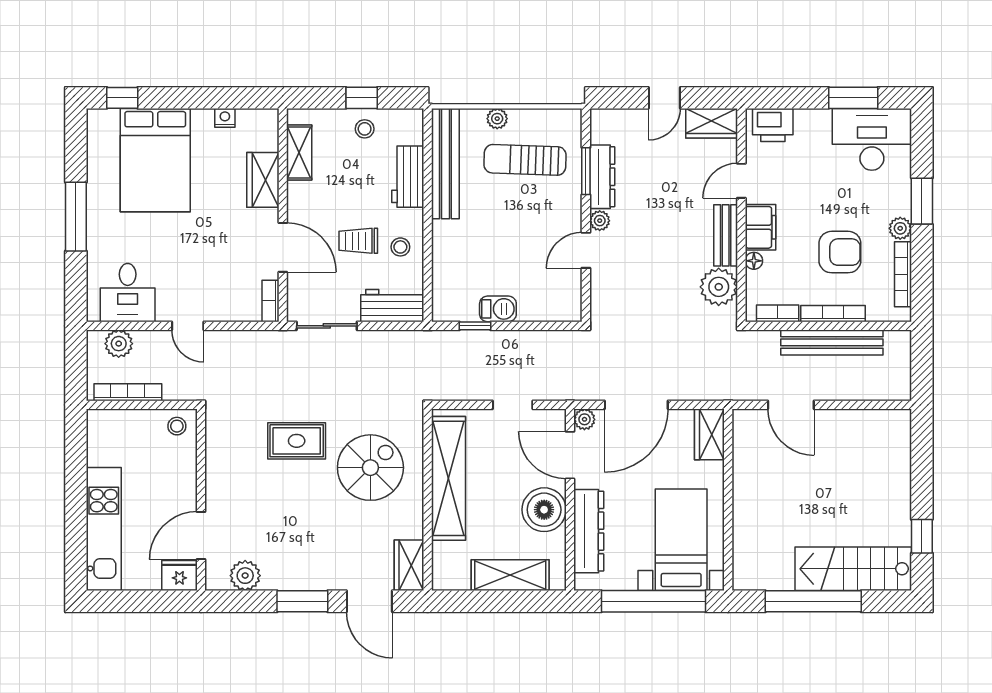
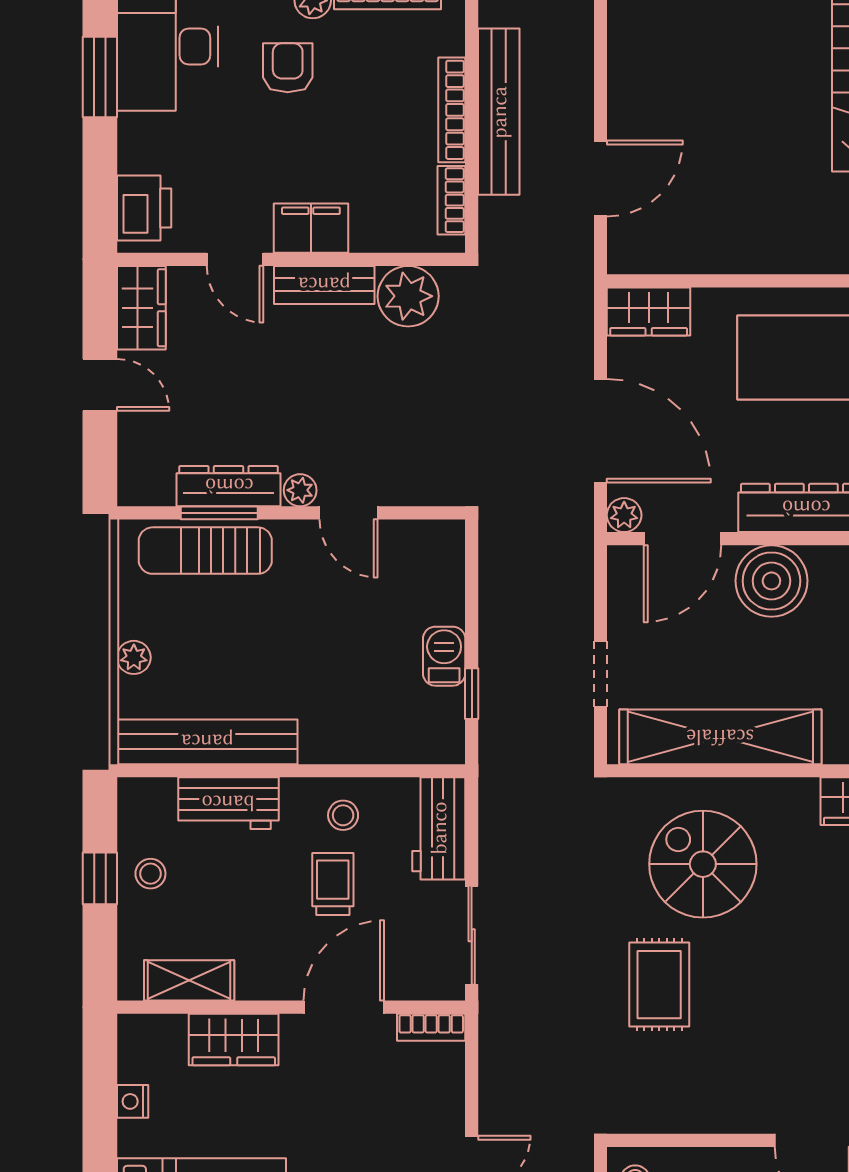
sun lounger: (525, 160) -> (205, 551), moved, turned 88
trolley: (358, 241) -> (333, 884), turned 180
armchair: (840, 252) -> (288, 68), moved, width x0.72, depth x0.72
floor lamp: (754, 261) -> (366, 239), removed
doorway: (513, 405) -> (601, 674), moved

